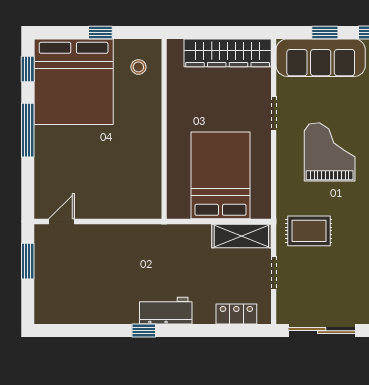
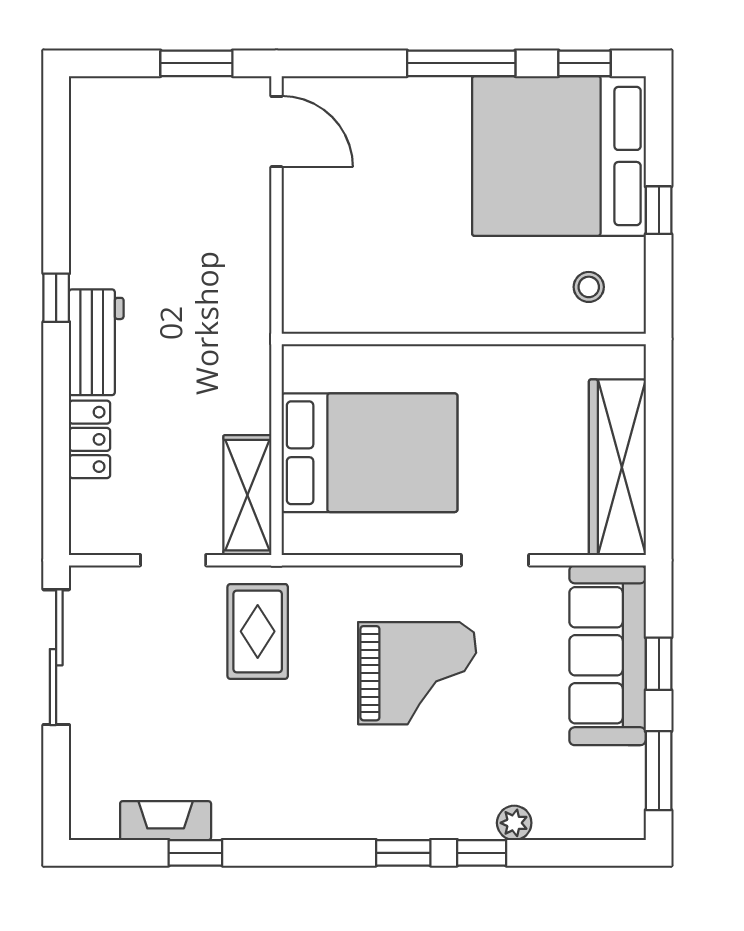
door: (62, 222) -> (277, 132), width x1.38
locker: (236, 314) -> (90, 439), moved

